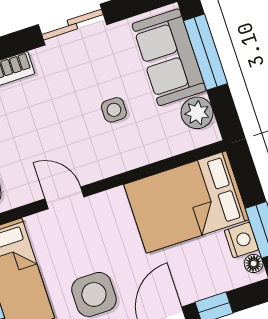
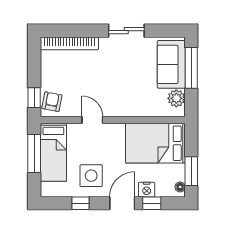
side table: (114, 110) -> (133, 82), removed
nightstand: (241, 240) -> (147, 190), moved, turned 90

